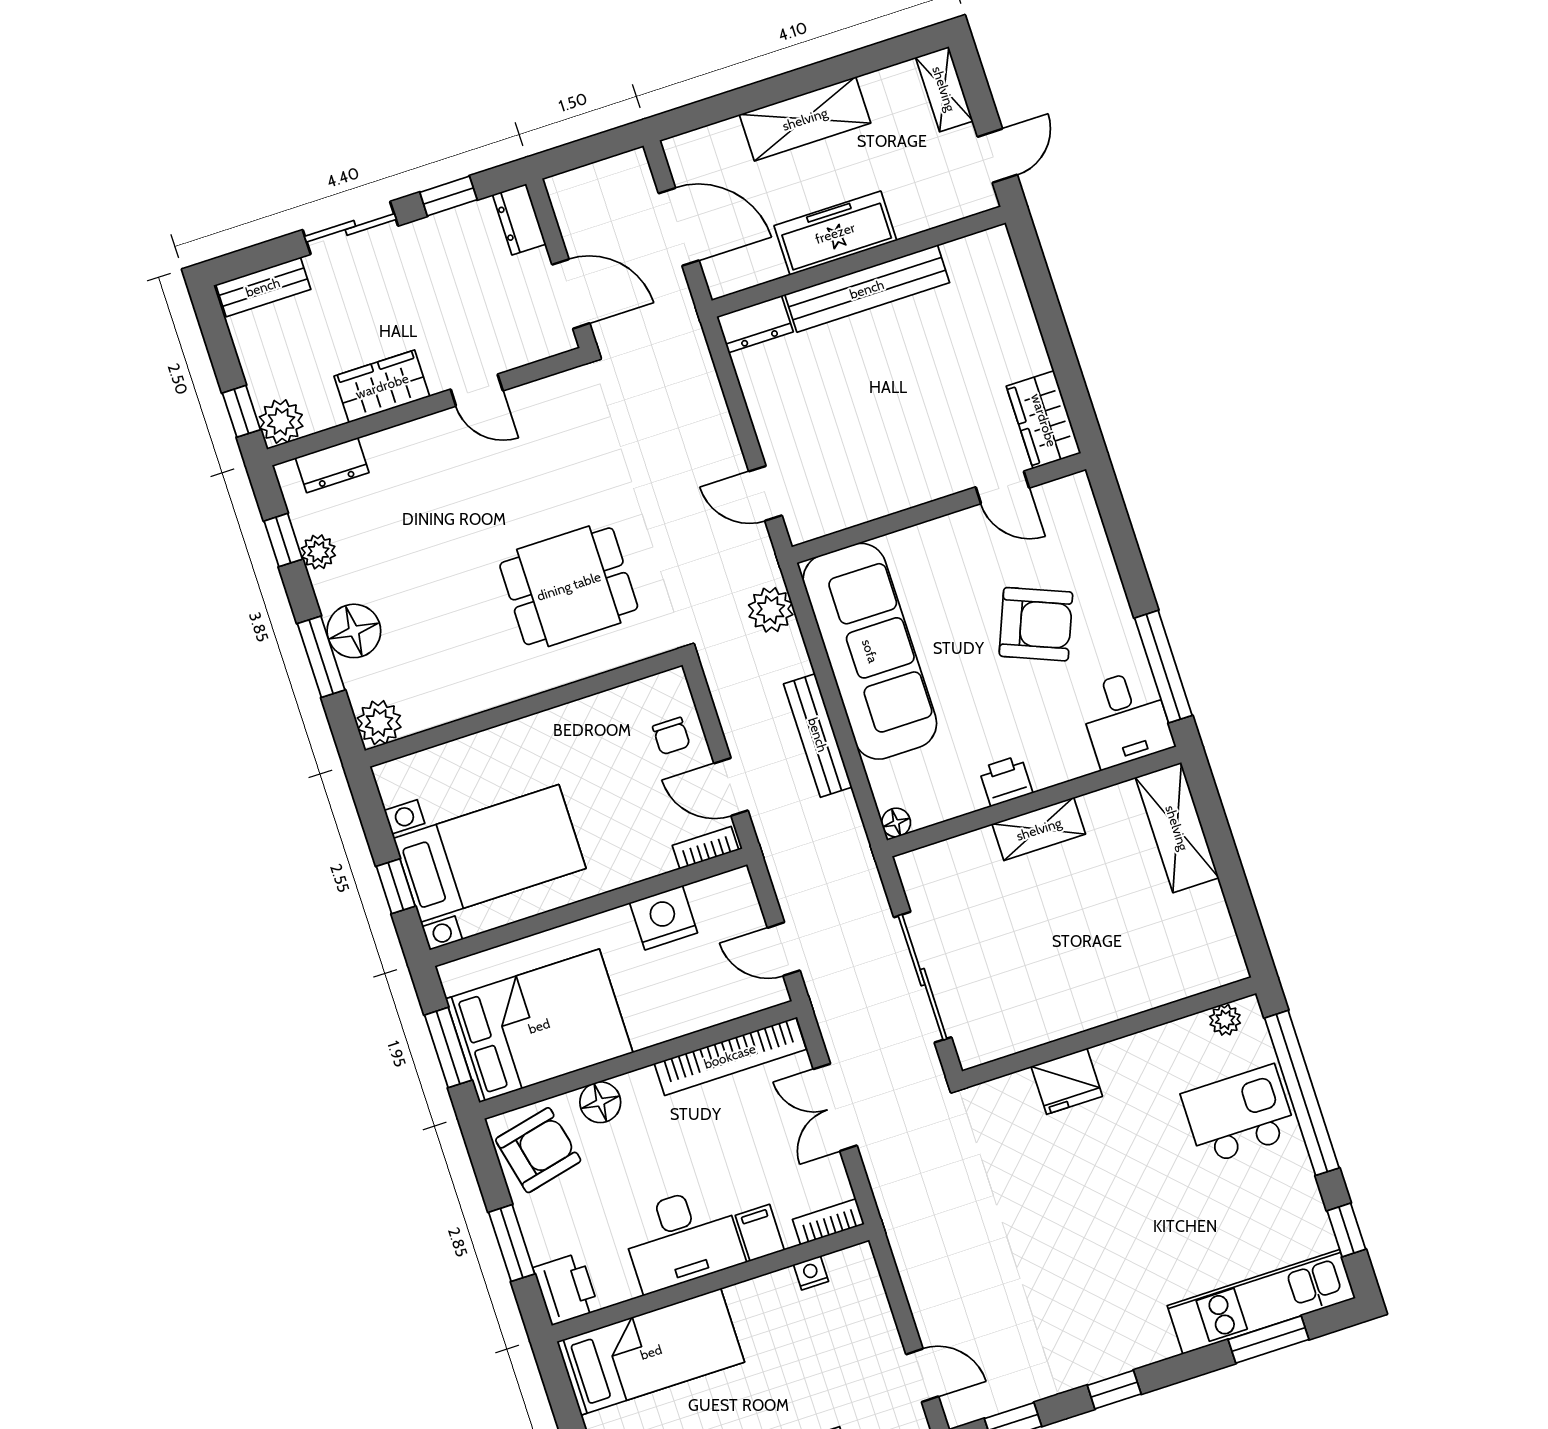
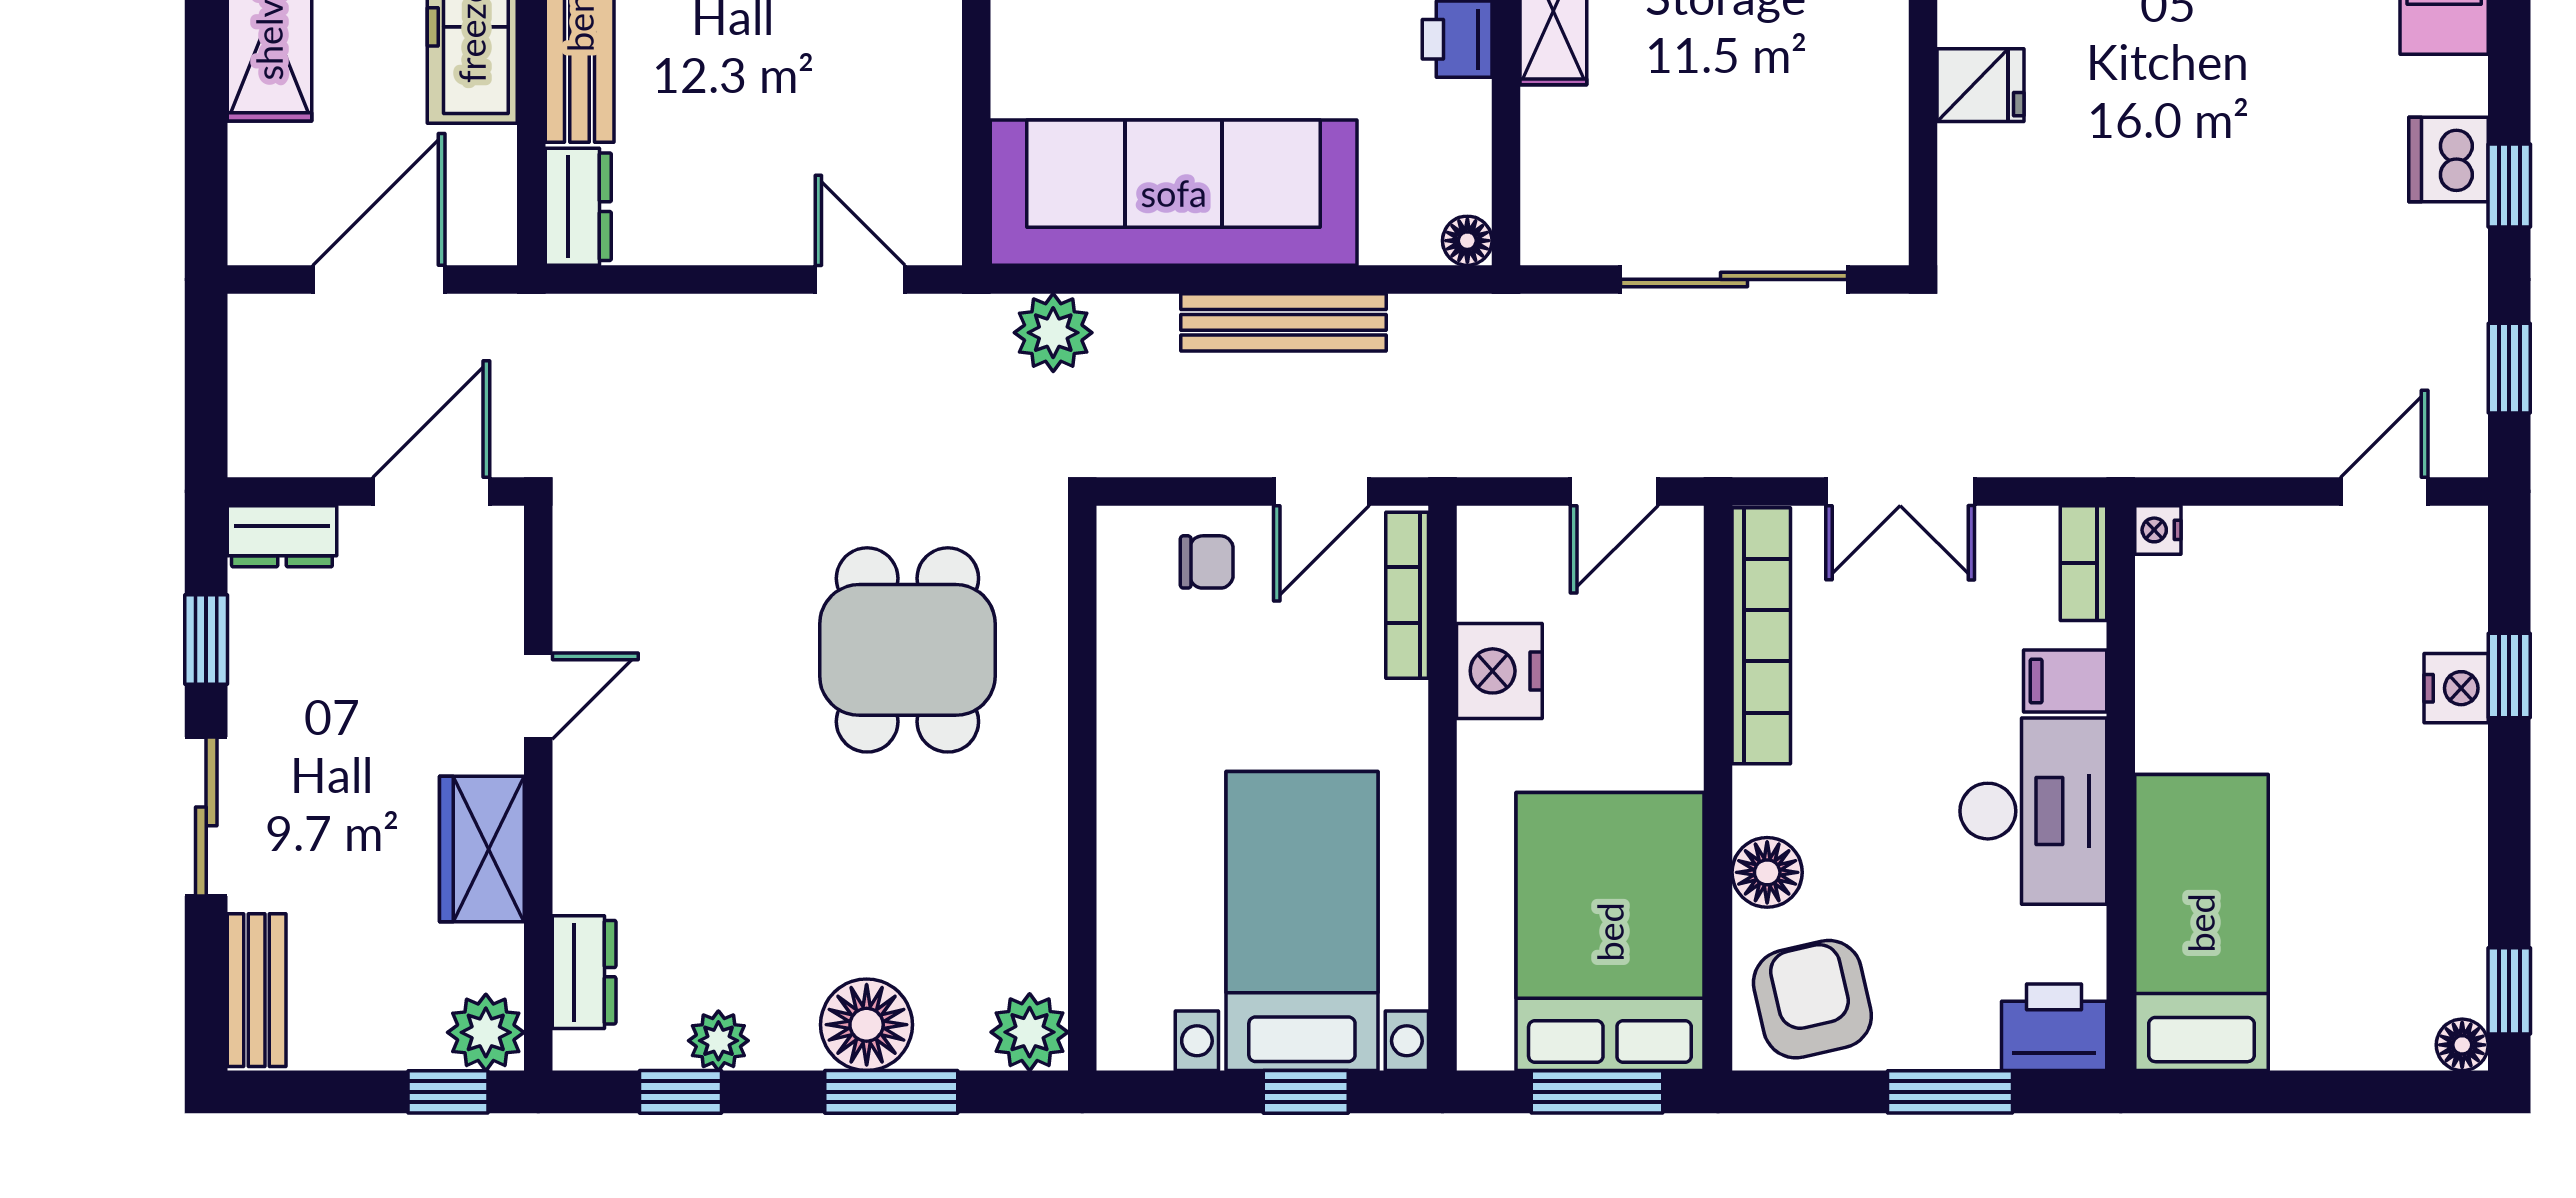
door: (765, 493) -> (860, 279), swing flipped
bookcase: (706, 848) -> (1407, 595), width x1.56
fridge: (1067, 1081) -> (1980, 85), width x0.72
nightstand: (811, 1273) -> (2158, 530), moved
dishwasher: (1118, 1351) -> (2448, 160), added

